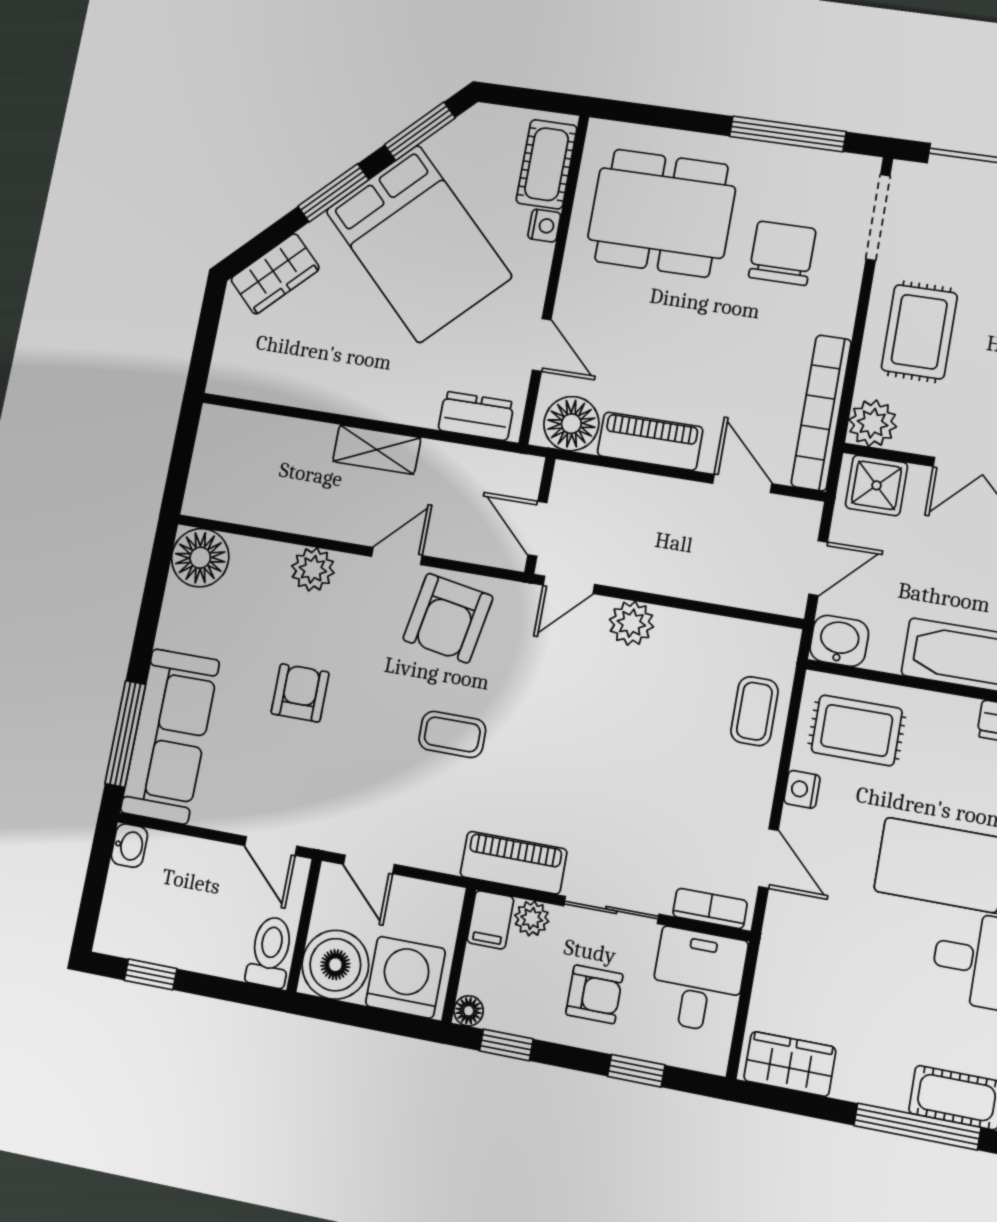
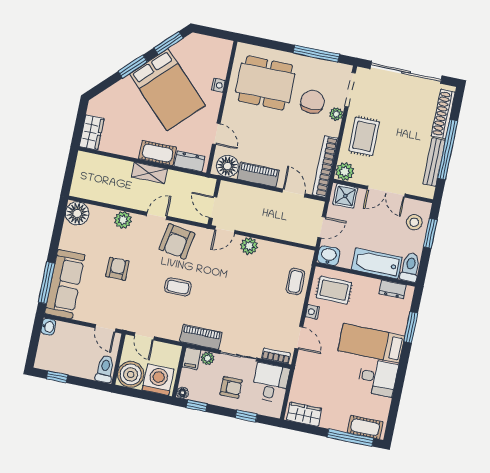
cot: (547, 164) -> (158, 153), moved, turned 90
wardrobe: (275, 274) -> (92, 132), moved, turned -45
plant: (845, 280) -> (336, 114), added

